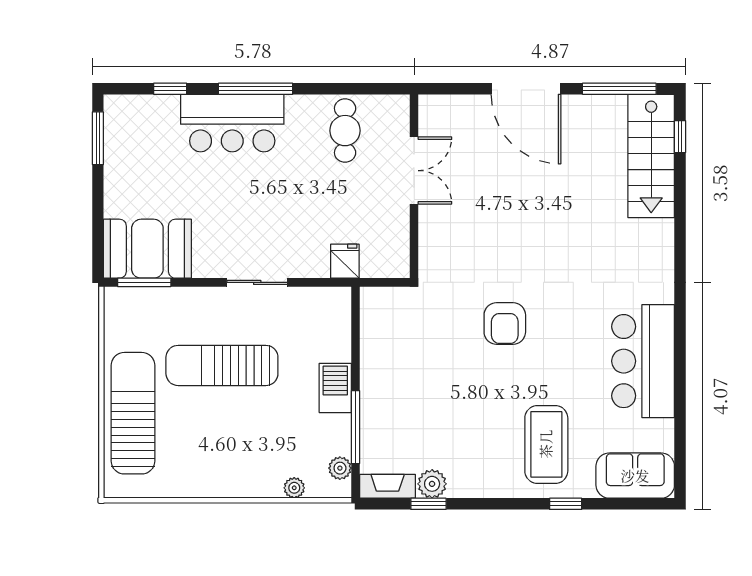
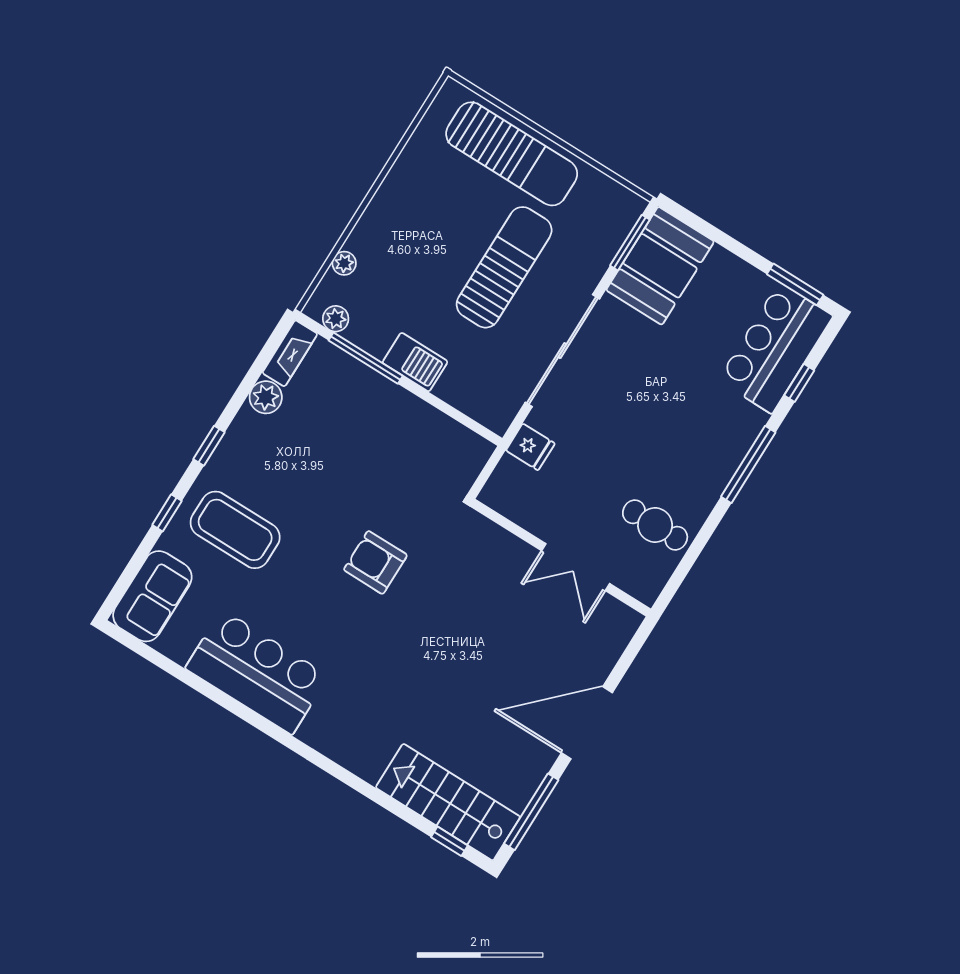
bar counter: (232, 123) -> (775, 348), moved
sliding door: (257, 282) -> (562, 351), width x1.86
window: (428, 504) -> (209, 446), moved

